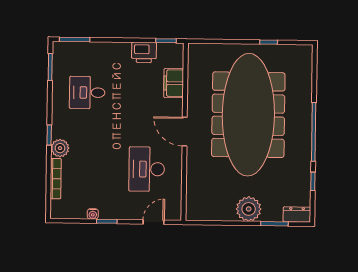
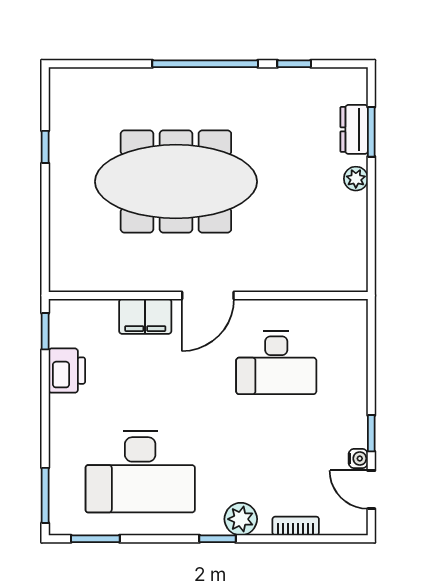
filing cabinet: (174, 83) -> (145, 316), moved
desk: (87, 93) -> (140, 472), width x1.87, depth x1.30
meeting table: (248, 115) -> (176, 182), width x0.73, depth x0.79
bookcase: (56, 179) -> (296, 526), width x0.64
plant: (249, 209) -> (356, 179), width x0.53, depth x0.53
dresser: (297, 215) -> (354, 129), moved
door: (154, 222) -> (371, 490), moved

